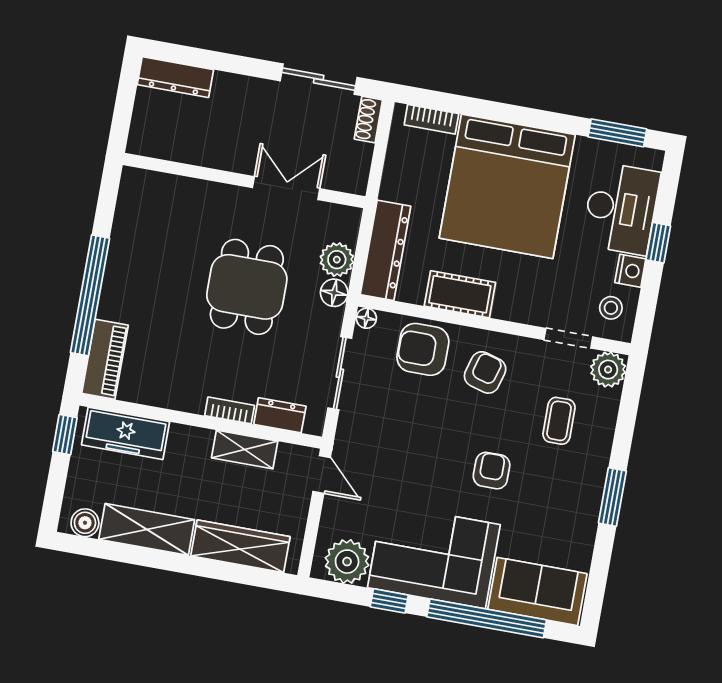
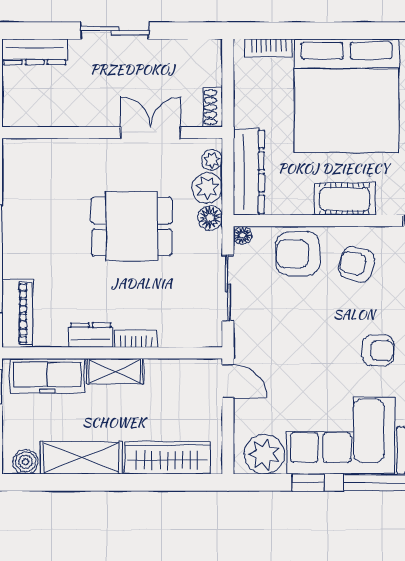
sliding door: (319, 79) -> (115, 31), moved
shoe rack: (368, 120) -> (213, 107), moved
plant: (348, 230) -> (212, 160), added
dining table: (247, 287) -> (132, 226), turned 90
cot: (460, 294) -> (345, 199), moved
armchair: (485, 372) -> (357, 264), turned -90
dresser: (280, 415) -> (91, 335), moved
shelving: (245, 450) -> (115, 371), moved
armchair: (492, 471) -> (378, 350), turned 90

